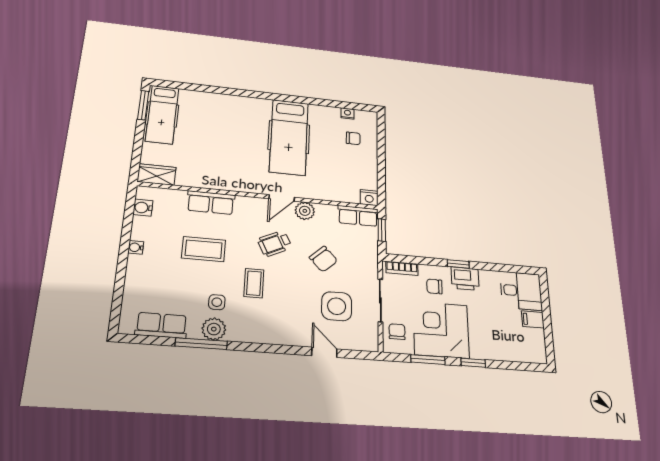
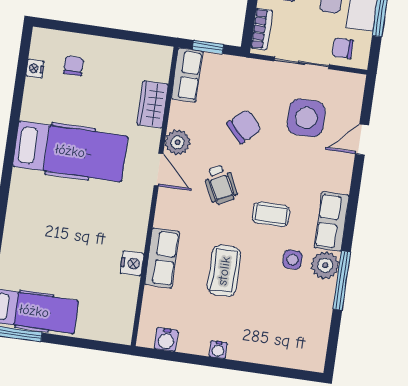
wardrobe: (157, 175) -> (153, 104), moved
nightstand: (369, 198) -> (132, 263), moved
row of seats: (161, 325) -> (332, 221), moved

